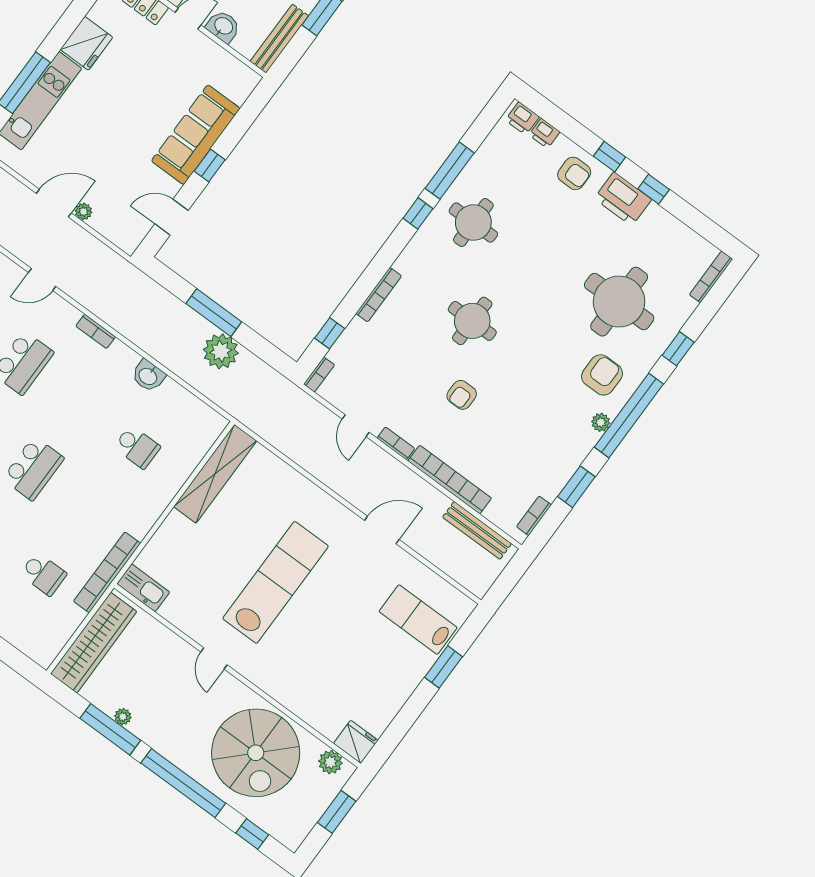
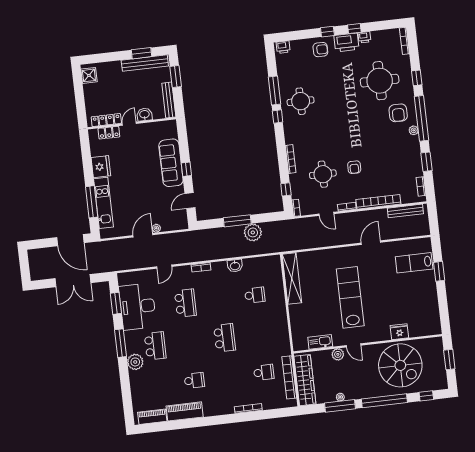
printer: (544, 133) -> (364, 37), moved
round table: (472, 321) -> (323, 174), moved
armchair: (602, 375) -> (398, 113), turned 180
bookcase: (107, 572) -> (289, 377), moved
kitchen sink: (143, 588) -> (320, 342), moved
fridge: (356, 742) -> (399, 332), moved
plant: (330, 762) -> (338, 354), moved

